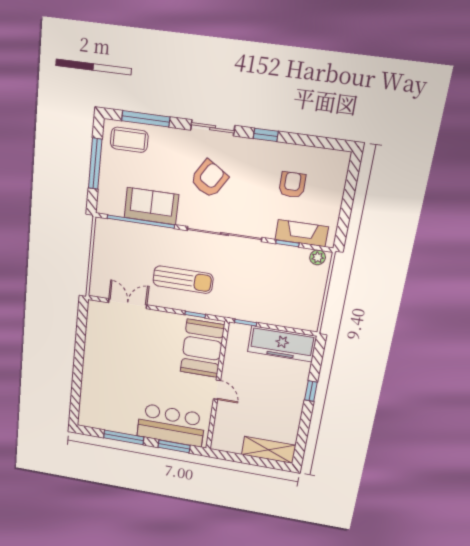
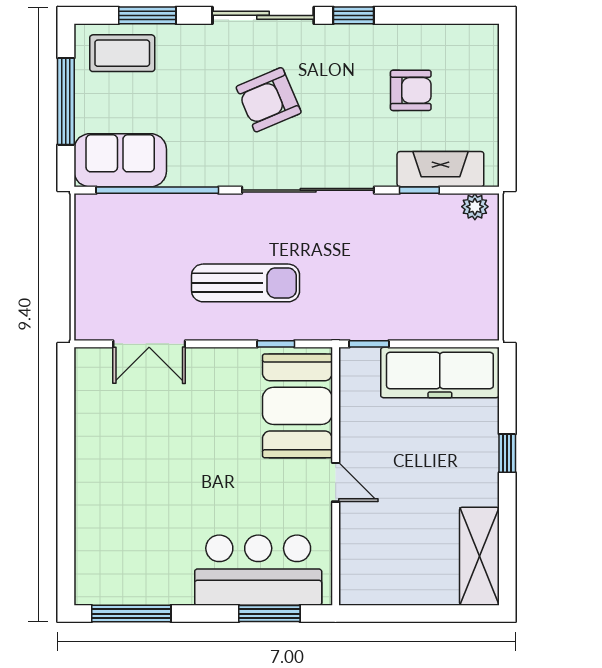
window: (146, 119) -> (147, 15), width x0.69
sliding door: (213, 128) -> (263, 15), width x1.37
armchair: (209, 179) -> (269, 100), turned -145
armchair: (292, 185) -> (411, 90), turned 90
sofa: (151, 206) -> (120, 160), moved
double door: (128, 304) -> (149, 344), swing flipped
window: (124, 437) -> (131, 614), moved
shelving: (269, 450) -> (479, 556), moved, turned 90

